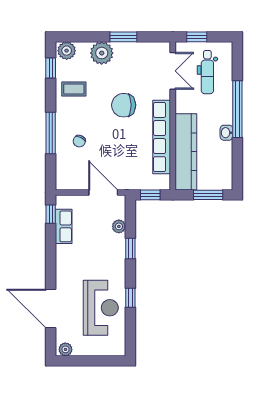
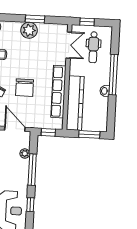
plant: (102, 53) -> (29, 30), moved
chair: (124, 105) -> (25, 88), moved, turned -90
window: (130, 249) -> (32, 170), width x2.17

